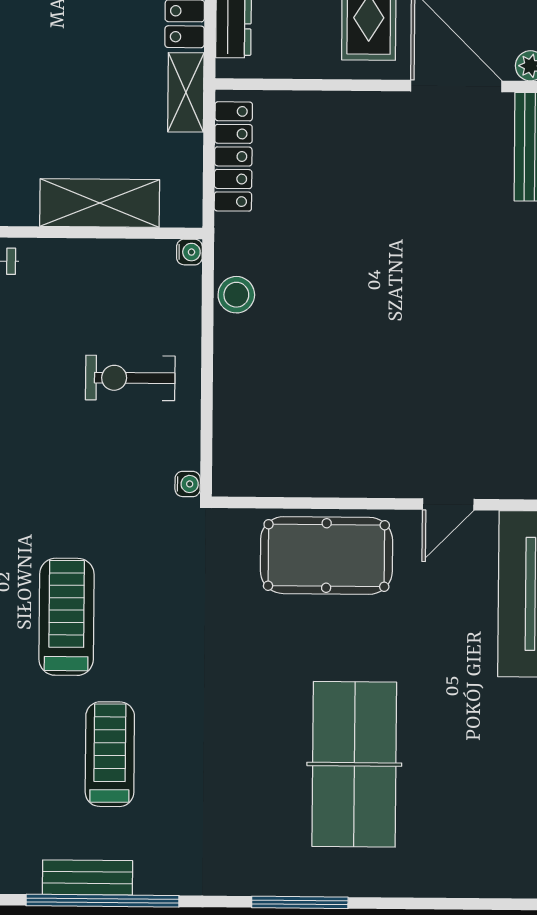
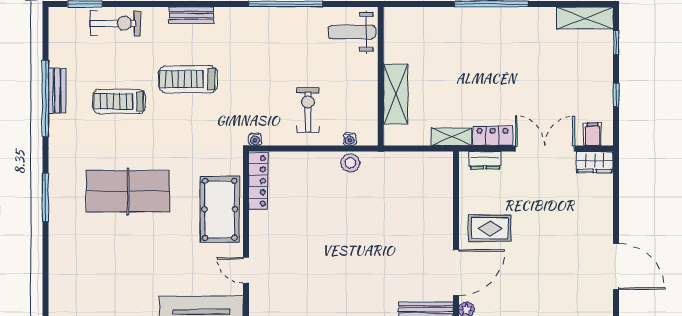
locker: (233, 156) -> (258, 181), moved, turned -90
water cooler: (189, 252) -> (350, 139), moved
treadmill: (66, 617) -> (188, 79), turned 180
treadmill: (110, 754) -> (119, 101), turned 180
table tennis table: (354, 764) -> (128, 191), moved

